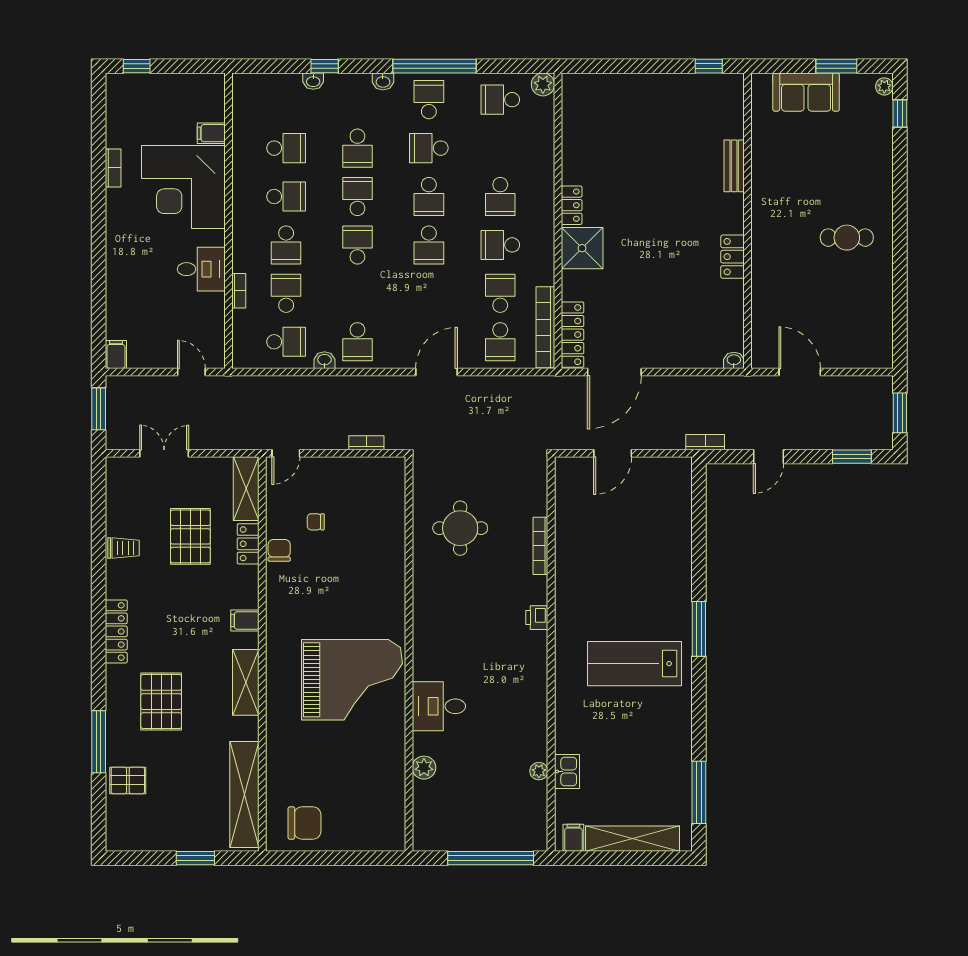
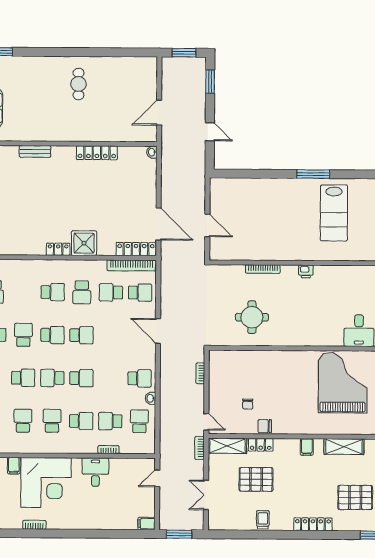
school desk: (429, 148) -> (23, 335), turned 180
school desk: (357, 245) -> (81, 378), turned 180
locker: (732, 257) -> (97, 153), width x1.53
bookcase: (705, 442) -> (199, 448), moved

